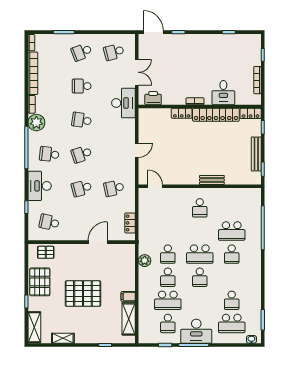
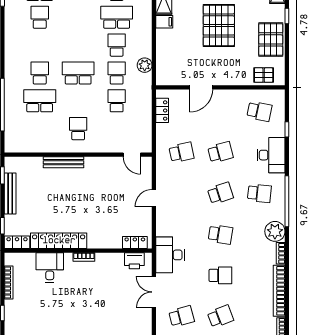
locker: (182, 113) -> (135, 243), moved
bench: (212, 180) -> (64, 162), width x1.36
school desk: (200, 277) -> (117, 101), moved
pallet: (83, 294) -> (219, 25), turned 90

